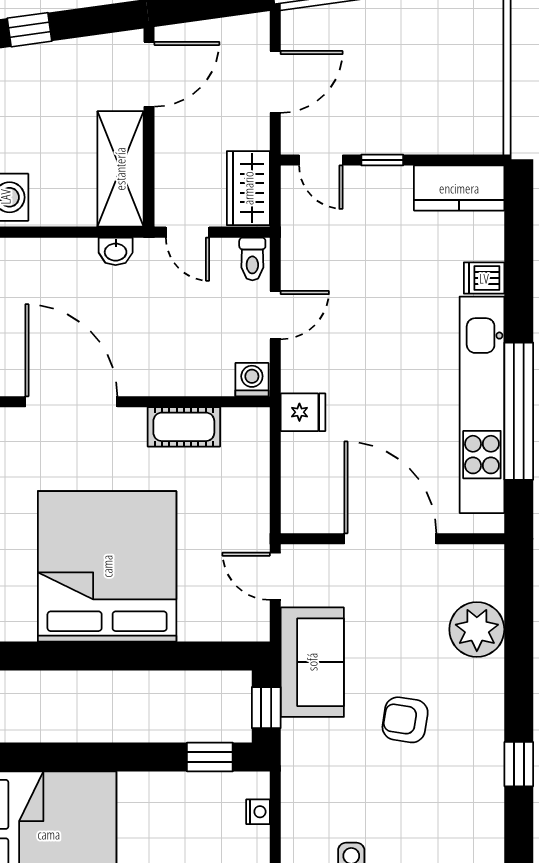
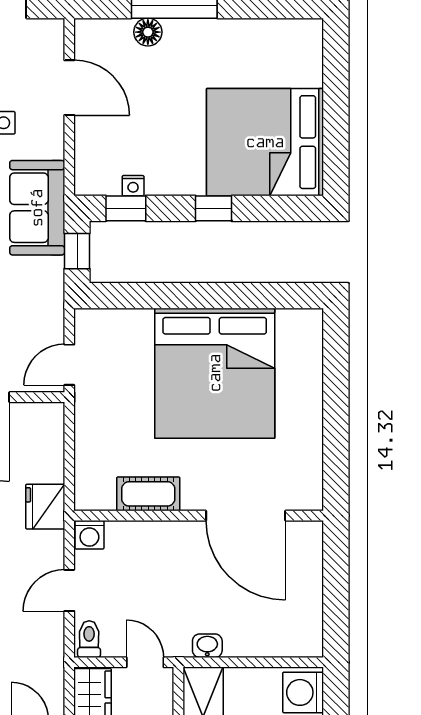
fridge: (303, 412) -> (45, 507), width x1.38
door: (275, 576) -> (69, 365), swing flipped
sofa: (312, 662) -> (37, 208), moved
window: (108, 757) -> (214, 208), added
nightstand: (258, 812) -> (133, 186), moved, turned -90

